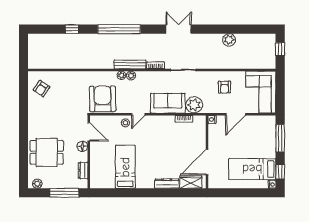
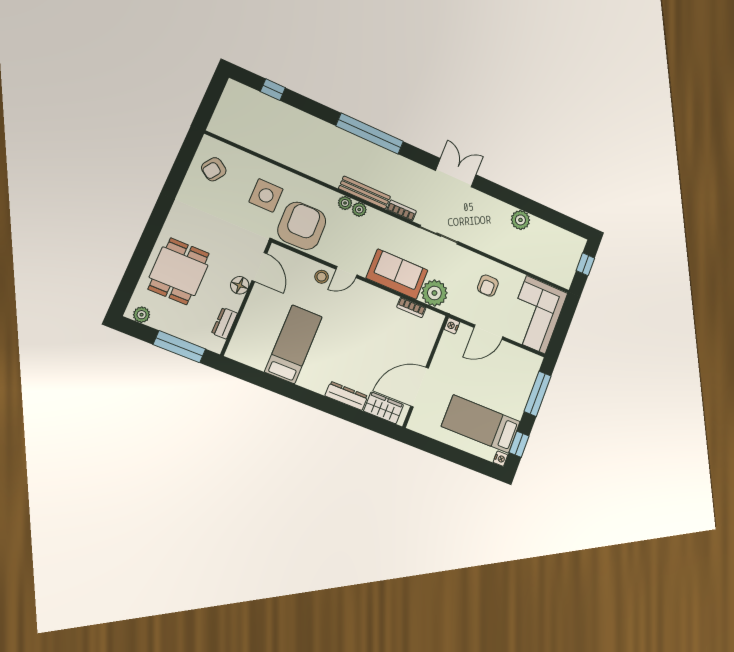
window: (72, 29) -> (273, 90), moved
side table: (76, 90) -> (266, 195), added
dining table: (47, 152) -> (179, 271), turned 90

